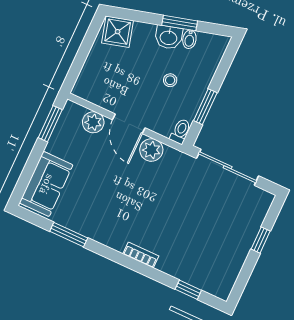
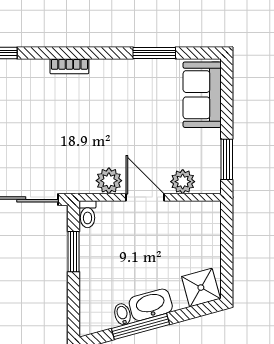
window: (180, 23) -> (140, 326), width x1.44
washbasin: (169, 37) -> (151, 305), width x1.38
stool: (170, 80) -> (123, 262), removed

